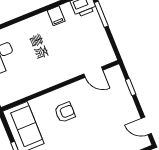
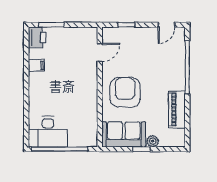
armchair: (65, 112) -> (125, 92), width x1.88, depth x1.88

